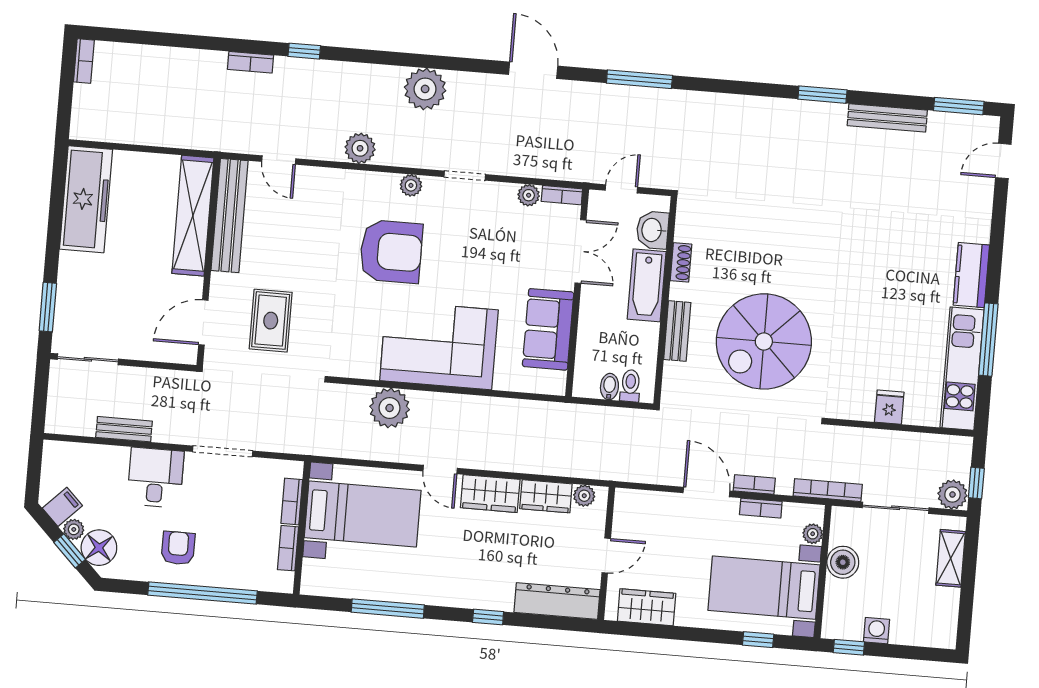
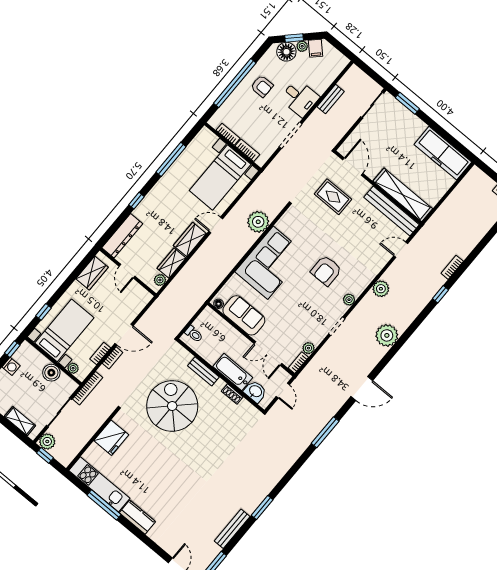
armchair: (391, 252) -> (326, 271), width x0.73, depth x0.73
floor lamp: (558, 380) -> (219, 304), added
bidet: (609, 387) -> (200, 325), removed
fridge: (889, 407) -> (111, 438), width x1.88, depth x1.34

